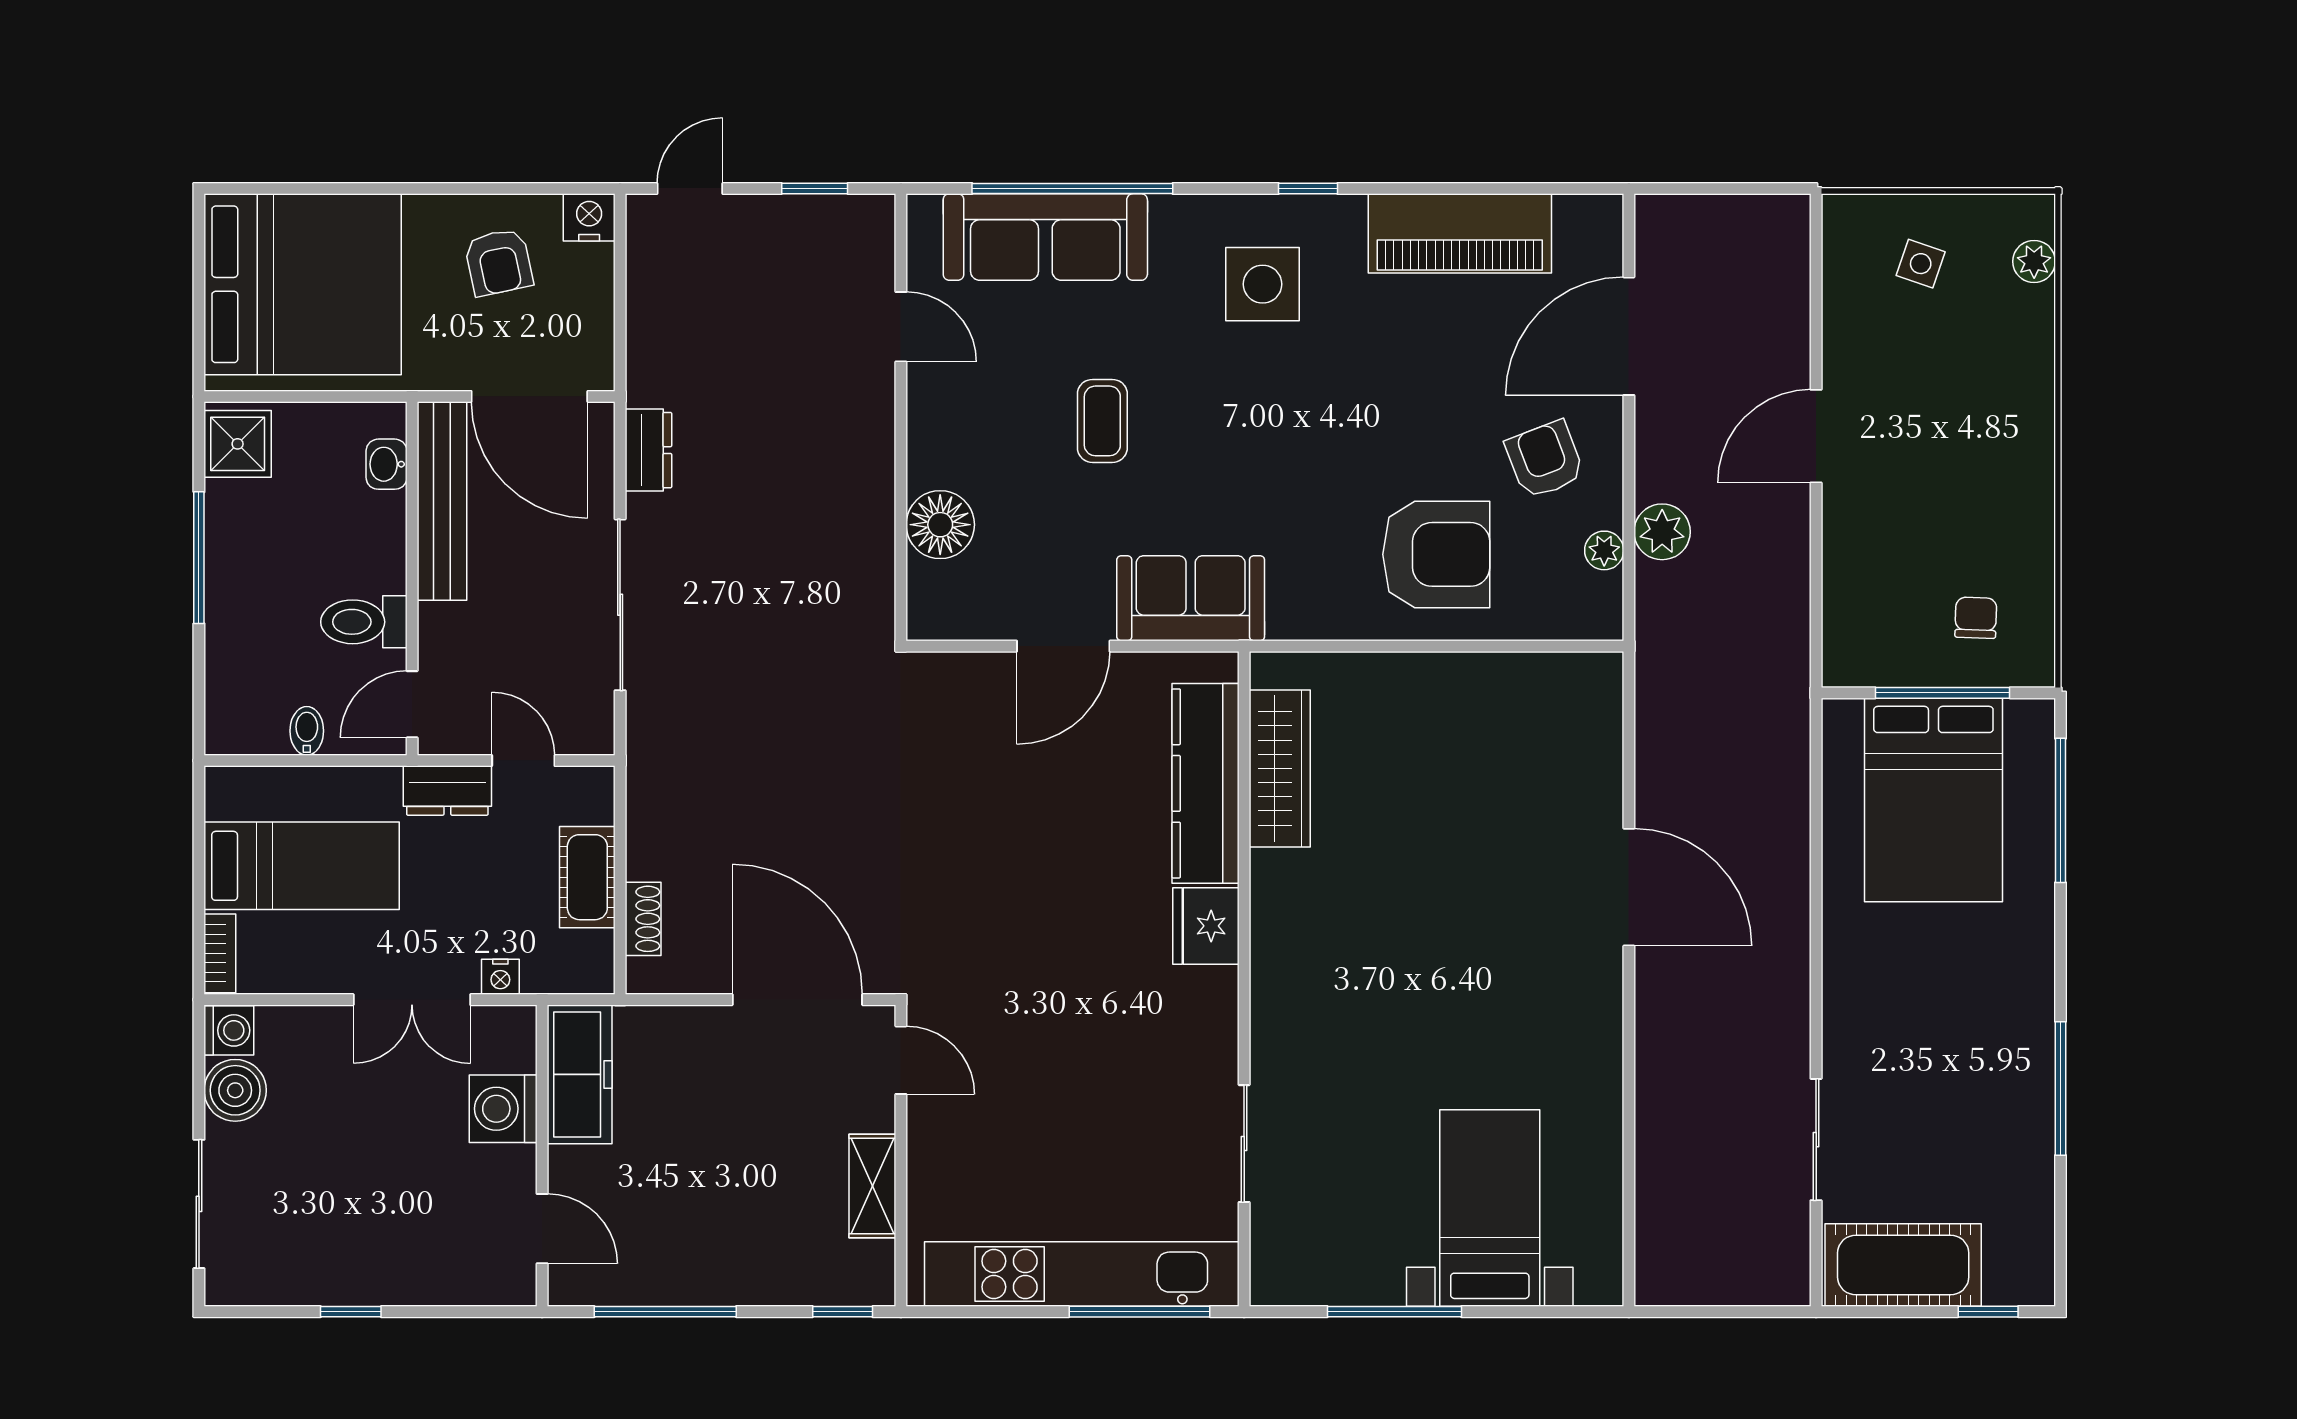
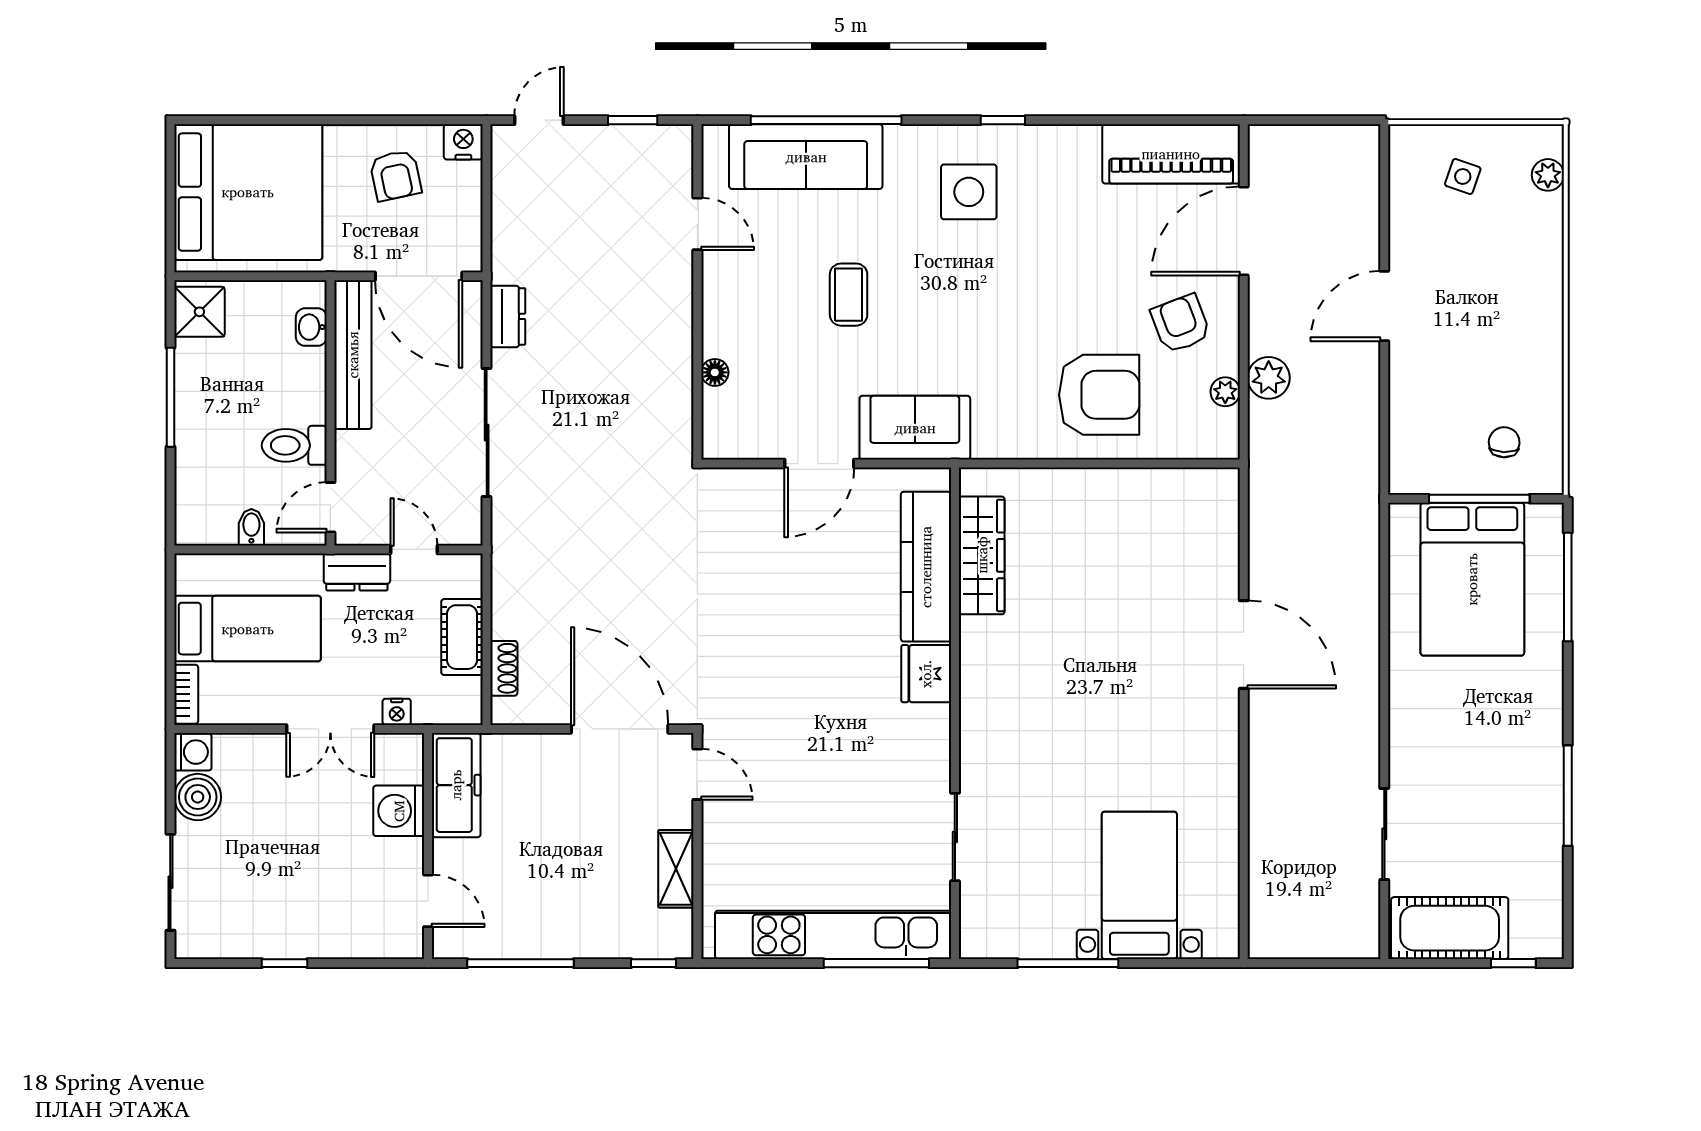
piano: (1460, 233) -> (1171, 154), moved
floor lamp: (940, 525) -> (715, 372), width x0.53, depth x0.53

